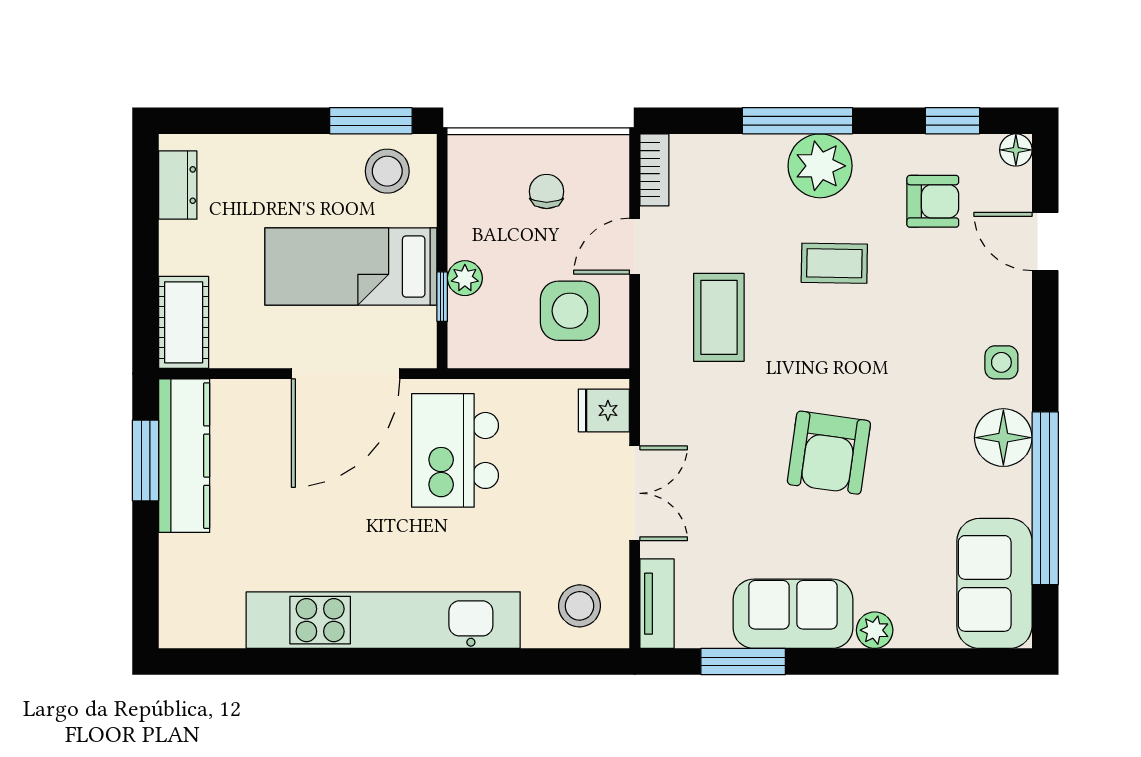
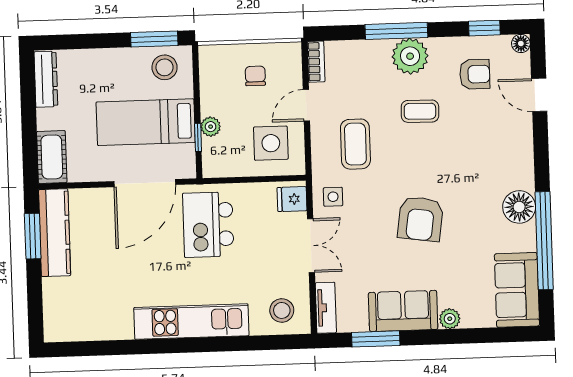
dresser: (178, 185) -> (46, 79), width x1.44
side table: (1001, 362) -> (333, 197), moved
kitchen unit: (383, 620) -> (191, 322), width x0.73

